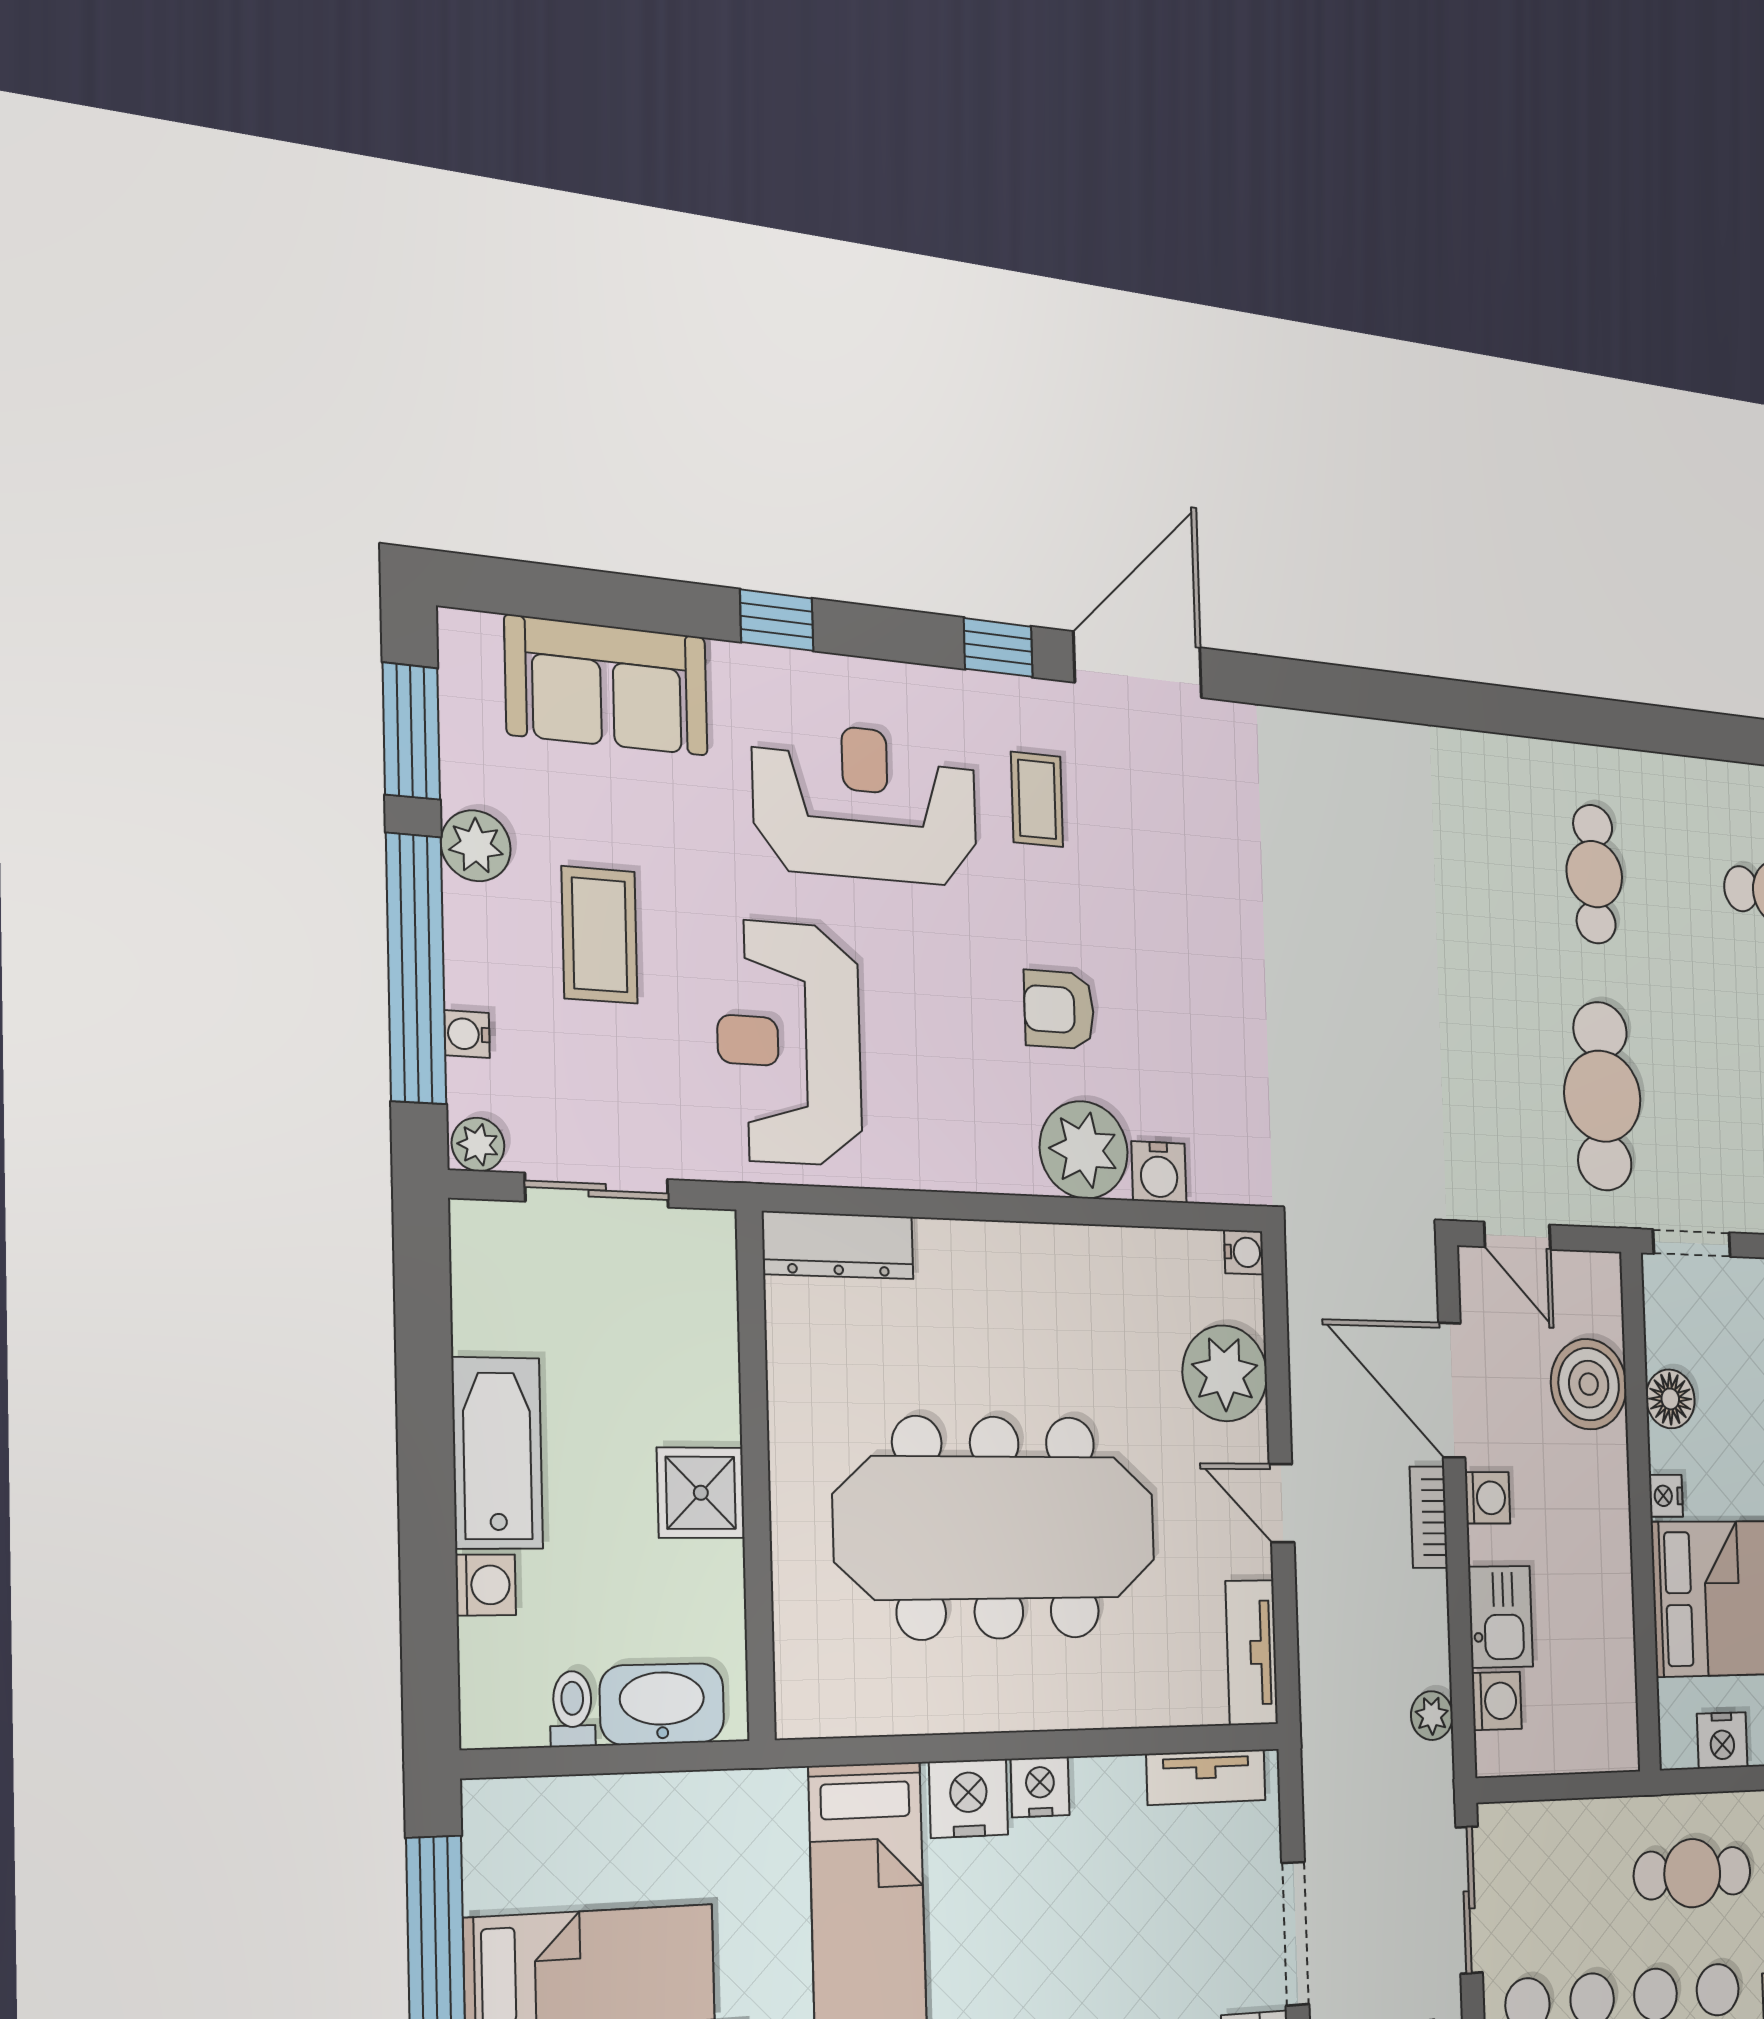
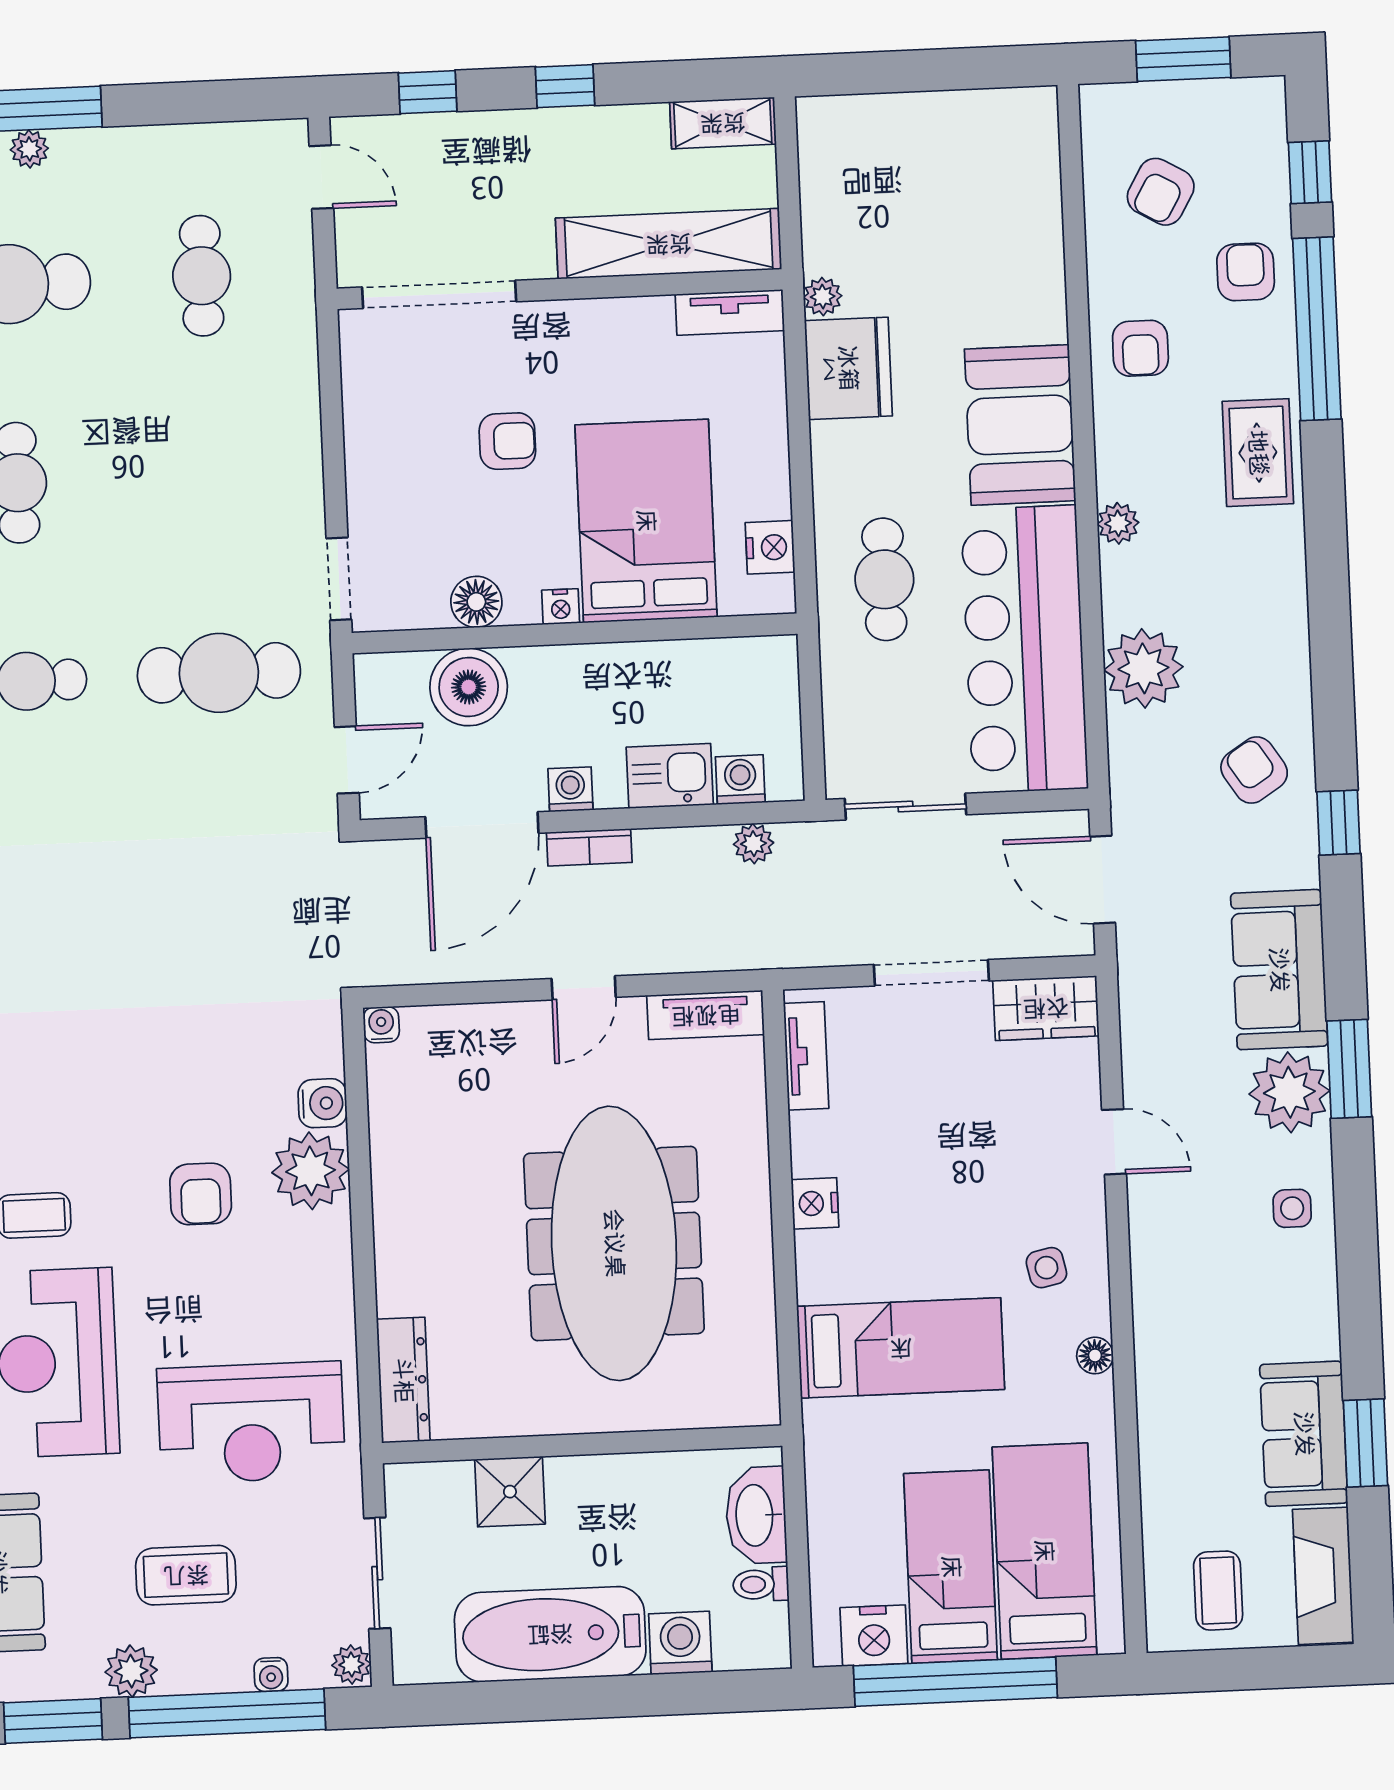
plant: (1225, 1373) -> (481, 1041), removed
bathtub: (497, 1453) -> (550, 1634), width x1.36, depth x1.36
shower: (701, 1493) -> (510, 1492), moved
washing machine: (486, 1585) -> (680, 1643), width x1.38, depth x1.38
nightstand: (969, 1798) -> (874, 1636), moved, turned -90

